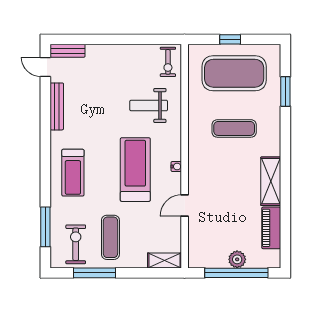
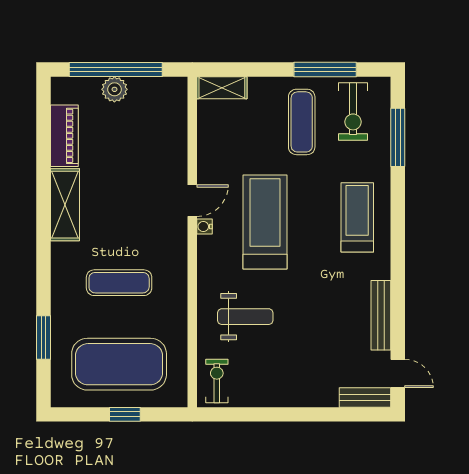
treadmill: (135, 170) -> (265, 222), turned 180
door: (185, 205) -> (192, 201), moved

